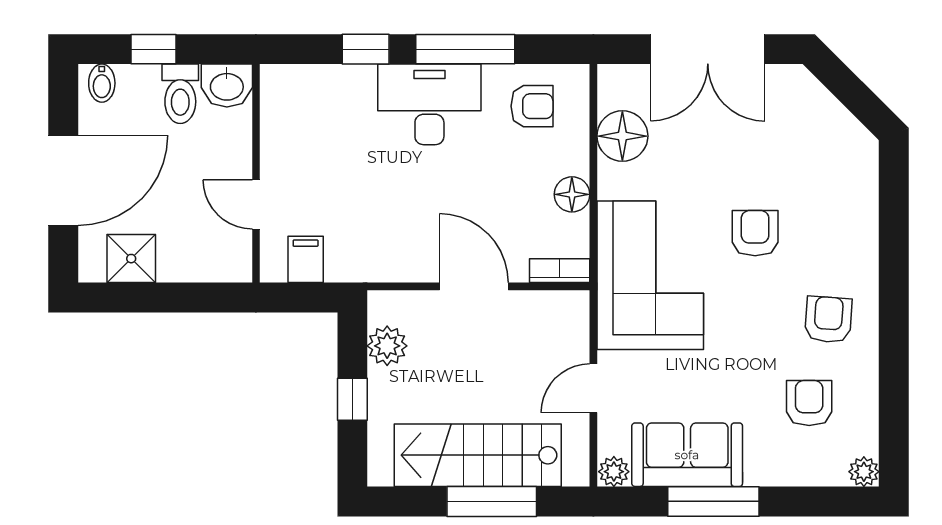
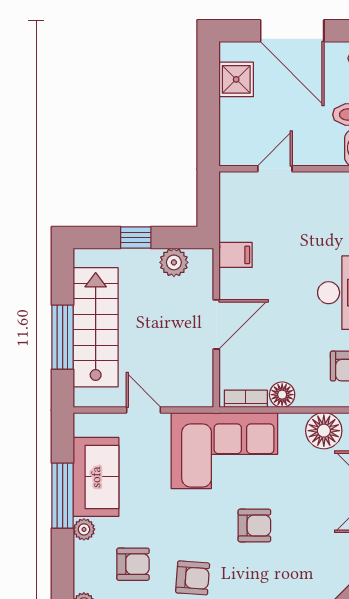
filing cabinet: (306, 259) -> (236, 255), moved
bookcase: (560, 271) -> (246, 399), moved, turned -90
plant: (614, 472) -> (84, 529), moved

